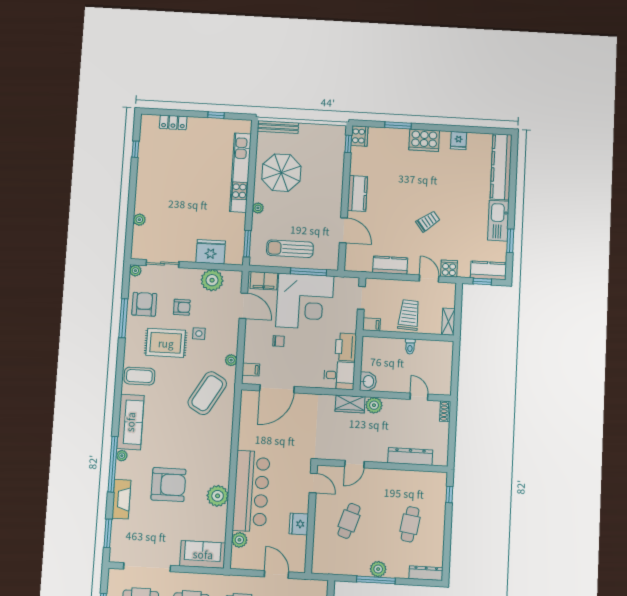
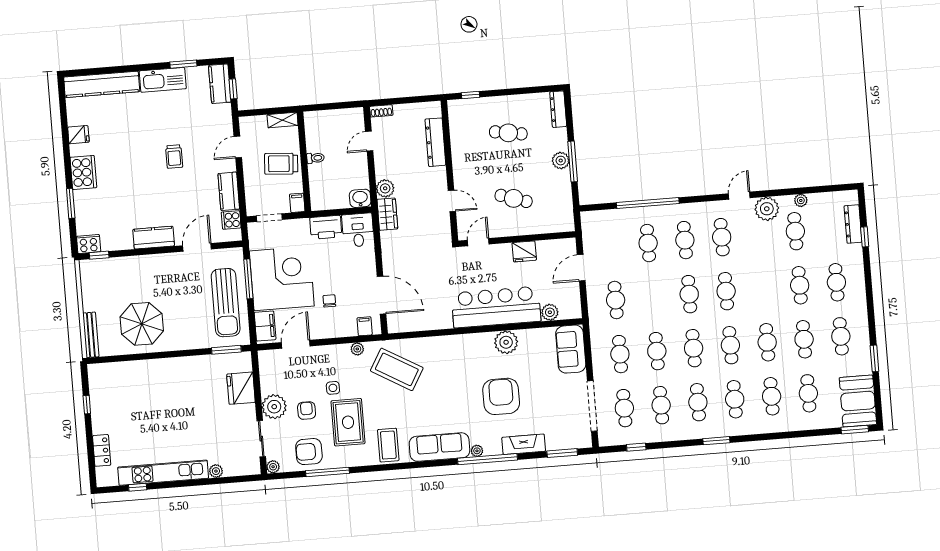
kitchen unit: (240, 173) -> (163, 473), moved, turned 180
plant: (258, 208) -> (185, 344), removed
trolley: (428, 221) -> (174, 156), turned -143
sun lounger: (290, 249) -> (226, 303), width x1.36, depth x1.34
cooker: (449, 269) -> (231, 220), moved
plant: (212, 280) -> (274, 407), moved

